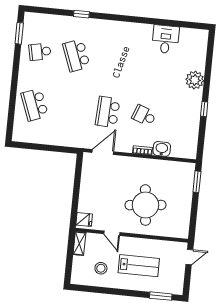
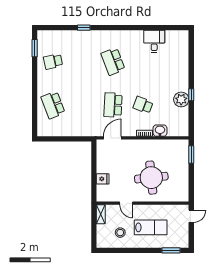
school desk: (76, 55) -> (113, 61), moved
plant: (195, 80) -> (181, 99), moved
fridge: (84, 219) -> (103, 179), moved

